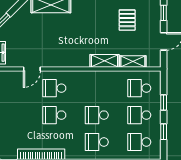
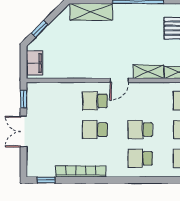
door: (32, 69) -> (119, 80), moved

